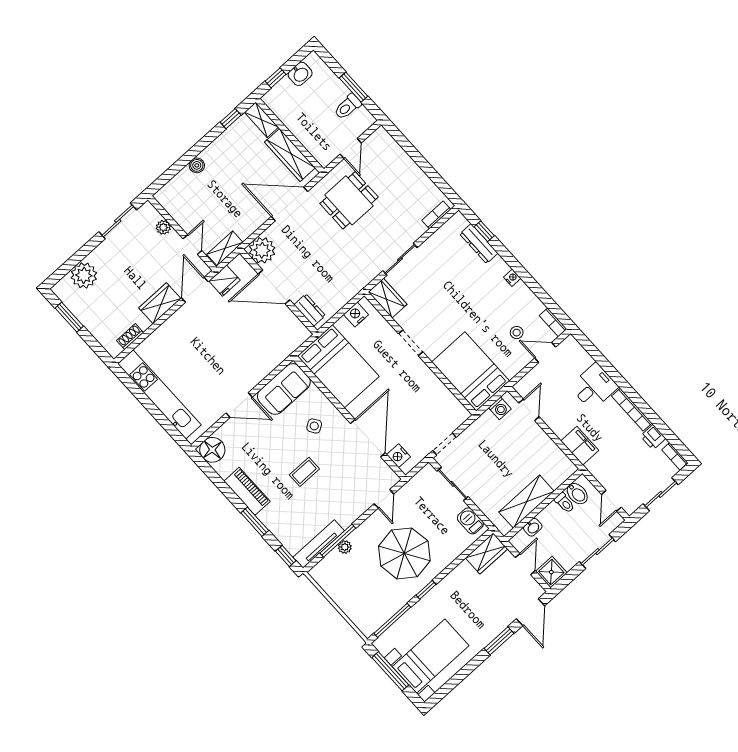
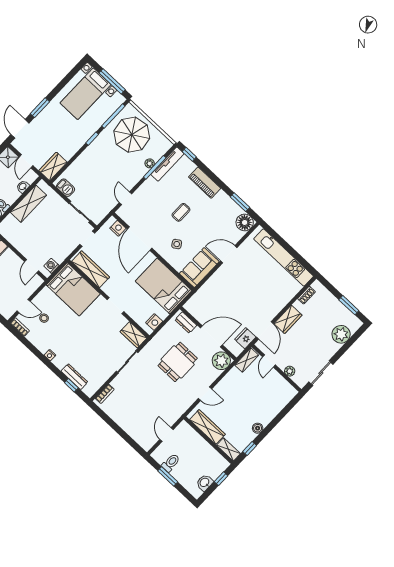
boiler: (197, 165) -> (258, 428), moved
dining table: (349, 200) -> (178, 362), moved
door: (290, 204) -> (205, 394), width x0.53
wardrobe: (443, 399) -> (91, 269), added
piano: (247, 491) -> (205, 183), moved
window: (255, 522) -> (240, 202), moved
parasol: (404, 553) -> (132, 135), moved

